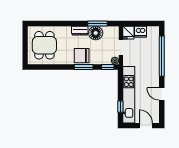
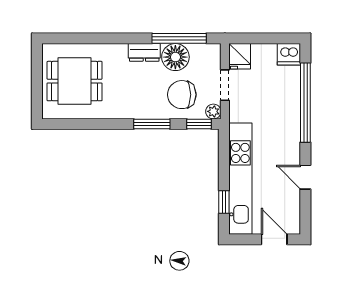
window: (98, 24) -> (179, 38), width x1.44
dishwasher: (140, 32) -> (289, 54), moved
dining table: (44, 45) -> (75, 81), turned 90
chair: (82, 56) -> (182, 95), moved

